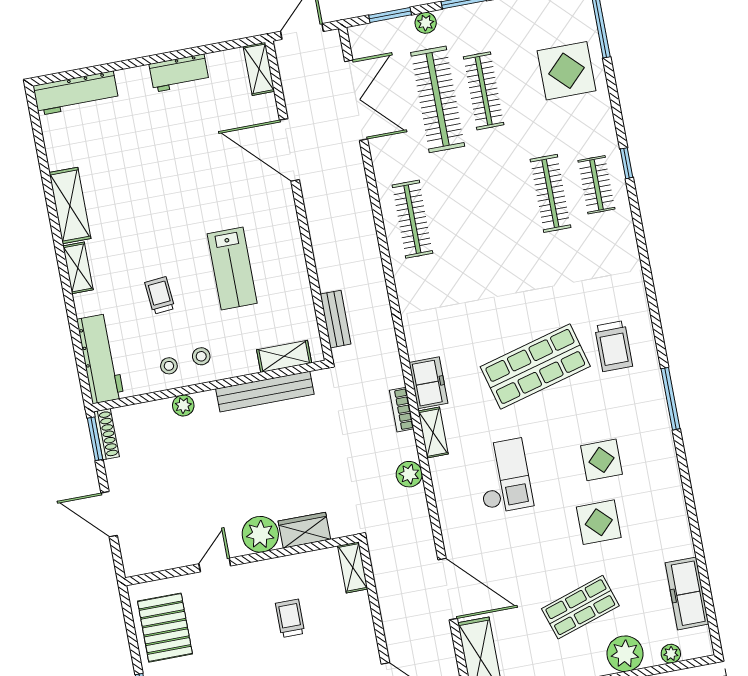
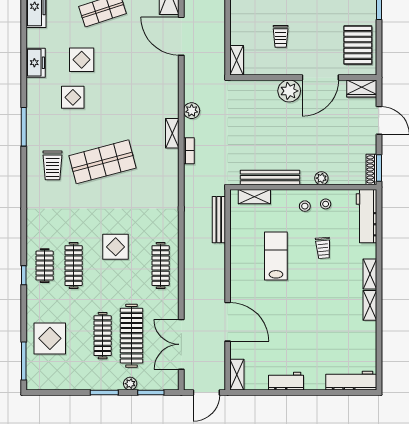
shelving: (70, 206) -> (370, 305), width x0.67, depth x0.75
display table: (489, 236) -> (116, 247), added
bench: (336, 319) -> (219, 220), width x1.36
trolley: (614, 346) -> (53, 165), turned 180
freezer: (428, 383) -> (36, 63), moved, turned 180
checkout: (504, 476) -> (134, 99), removed
wardrobe: (304, 530) -> (362, 88), moved
door: (215, 565) -> (320, 77), width x1.87

